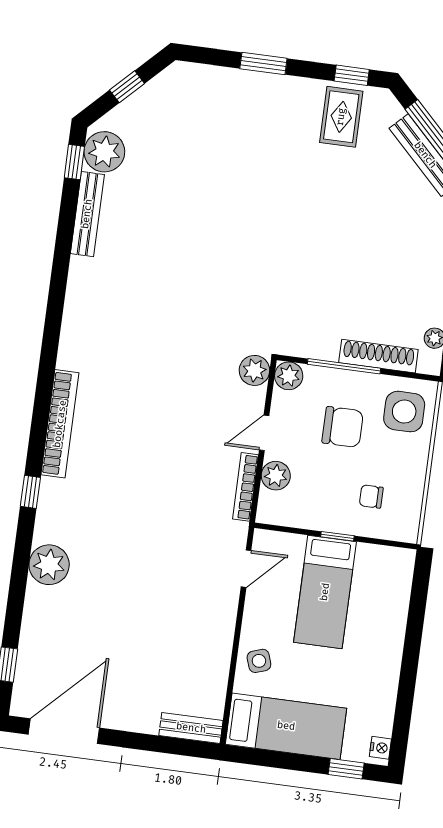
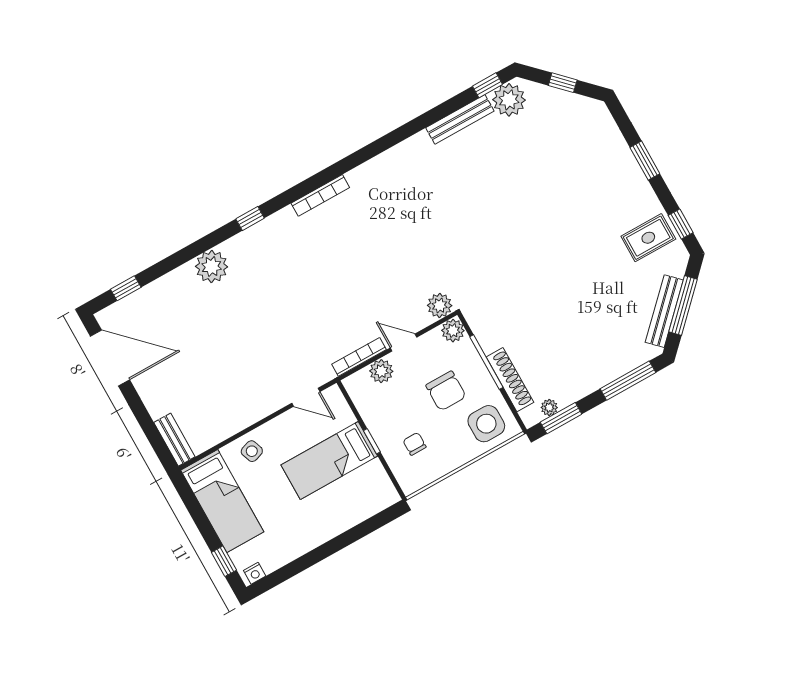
bookcase: (60, 424) -> (320, 195), width x0.68, depth x0.76

